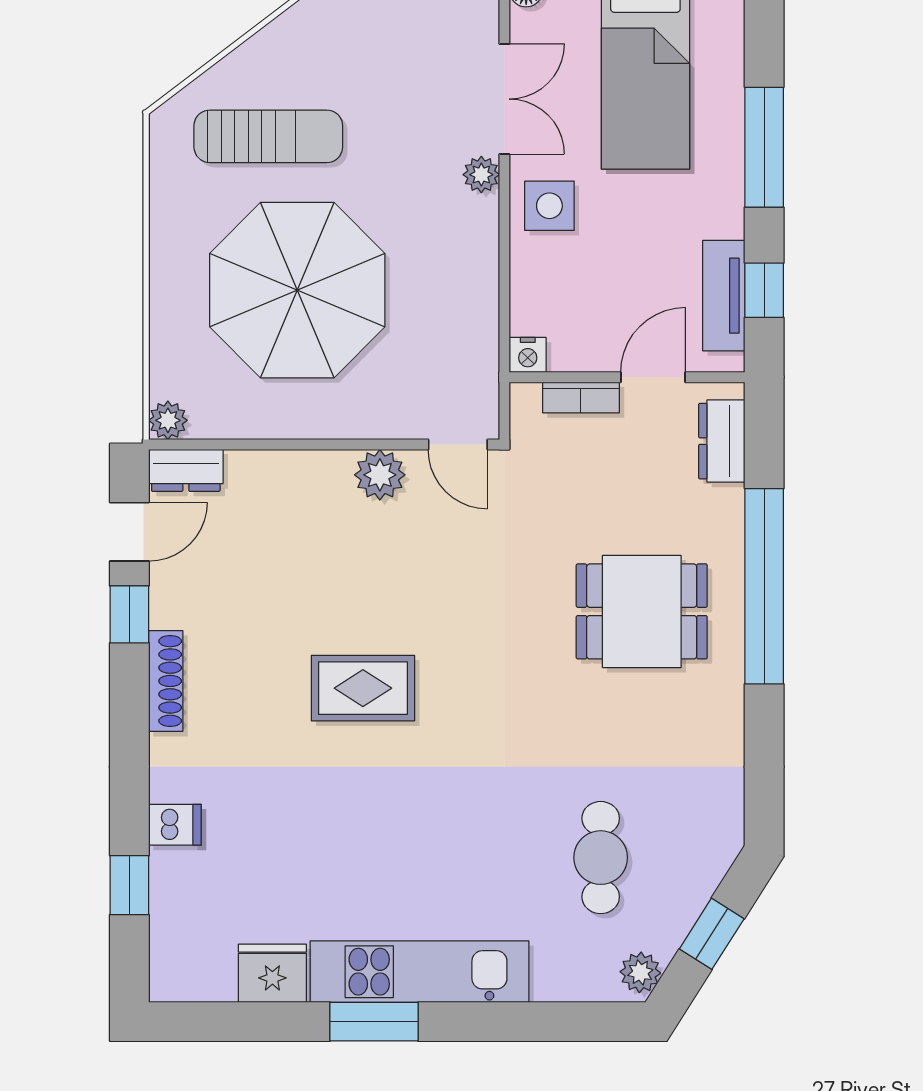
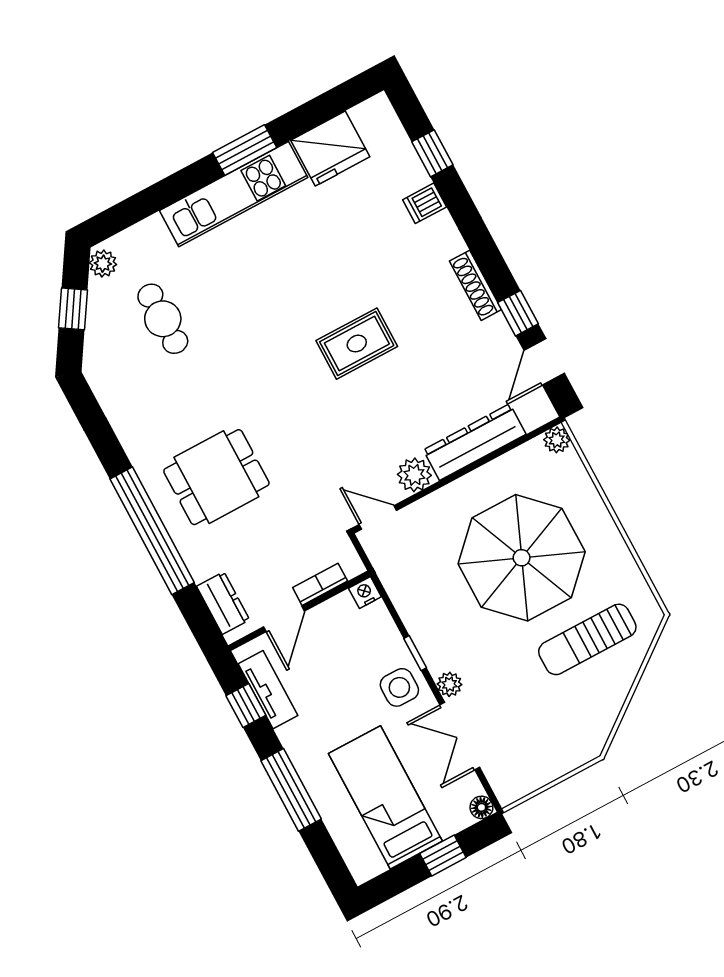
window: (504, 240) -> (415, 653), added
dresser: (186, 470) -> (475, 442), moved, width x1.96, depth x1.24
fridge: (272, 973) -> (330, 149), width x1.36, depth x1.34

